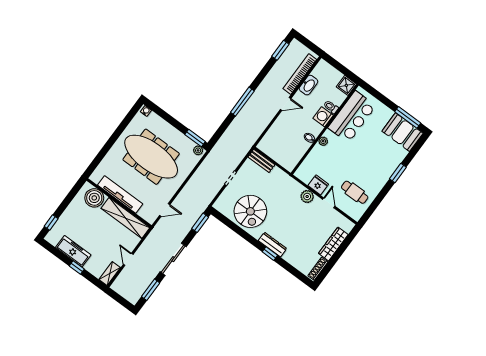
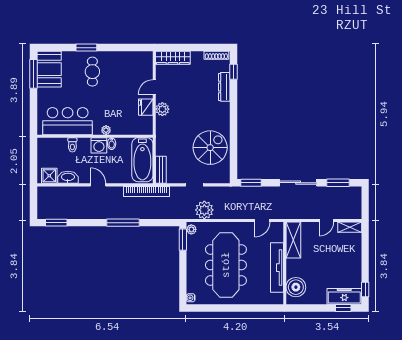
bookcase: (300, 74) -> (146, 191), moved
shower: (346, 85) -> (49, 176), moved
washing machine: (323, 117) -> (99, 145), moved
bathtub: (280, 152) -> (142, 160), added
plant: (206, 171) -> (204, 210), added
cafe table: (355, 192) -> (92, 72), moved
door: (165, 210) -> (262, 220), swing flipped
shelving: (125, 218) -> (293, 240), width x0.68
wardrobe: (333, 244) -> (173, 58), moved
dresser: (272, 245) -> (224, 87), moved
freezer: (73, 251) -> (344, 296), moved, turned 90
window: (270, 254) -> (233, 72), moved
window: (77, 267) -> (365, 290), moved

